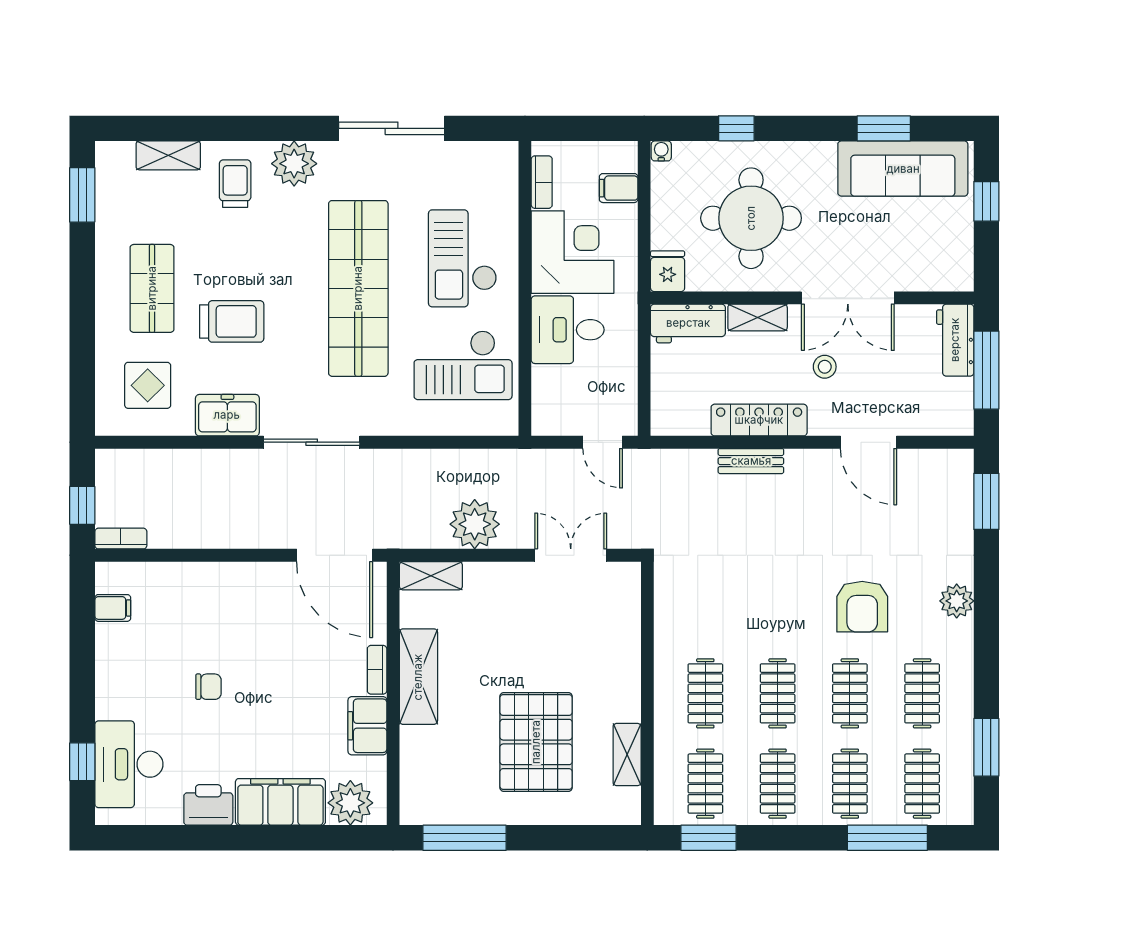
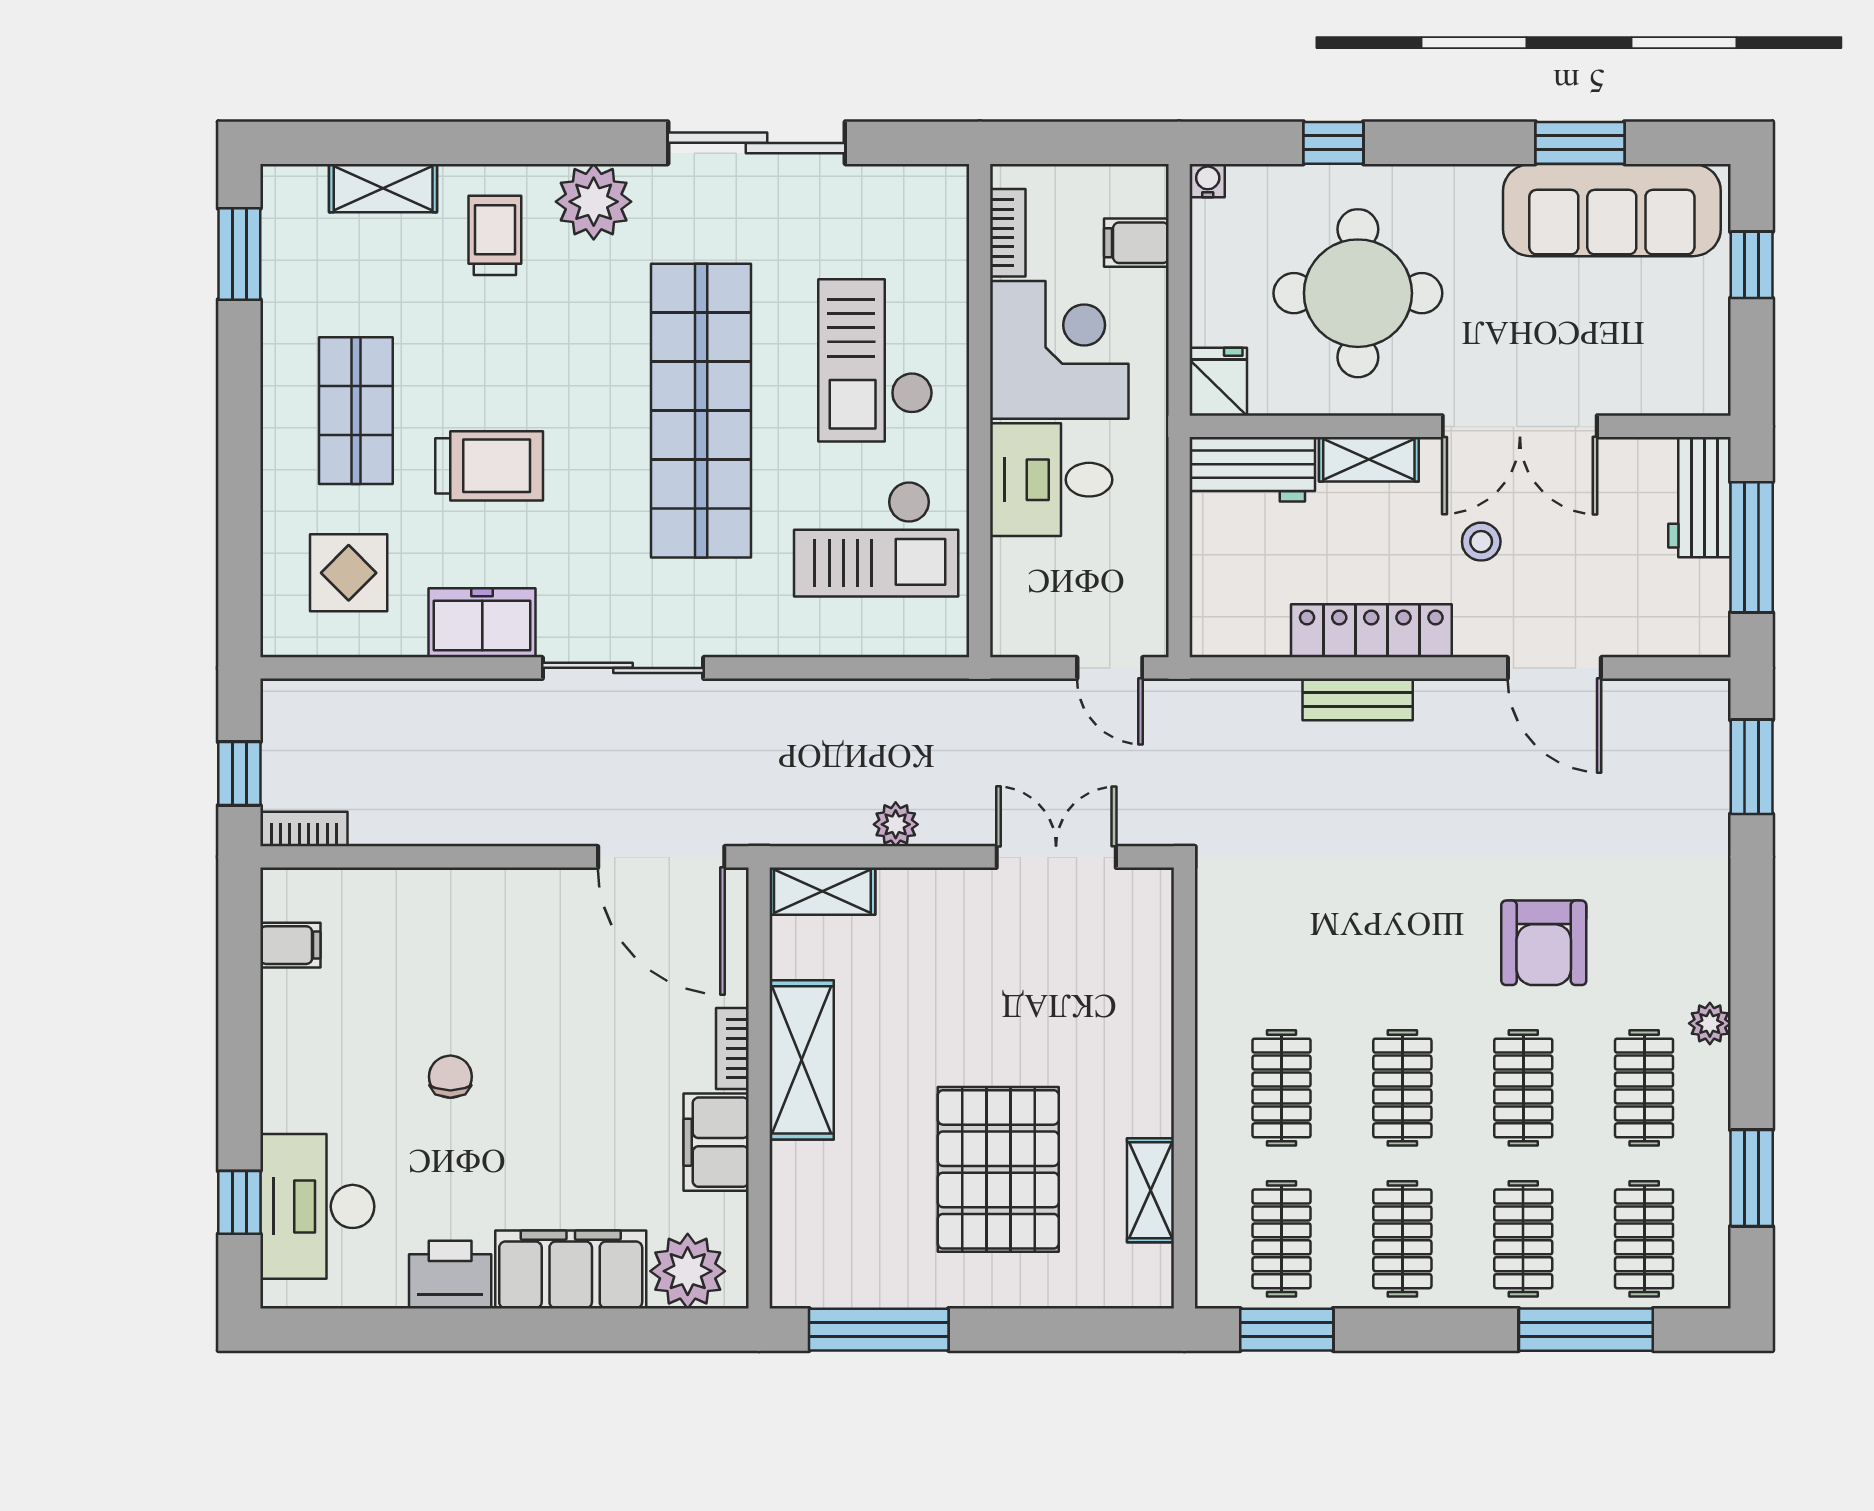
plant: (475, 524) -> (896, 824), width x0.53, depth x0.53
plant: (957, 601) -> (1710, 1023), moved, width x0.73, depth x0.73
chair: (208, 687) -> (450, 1077), turned -90

